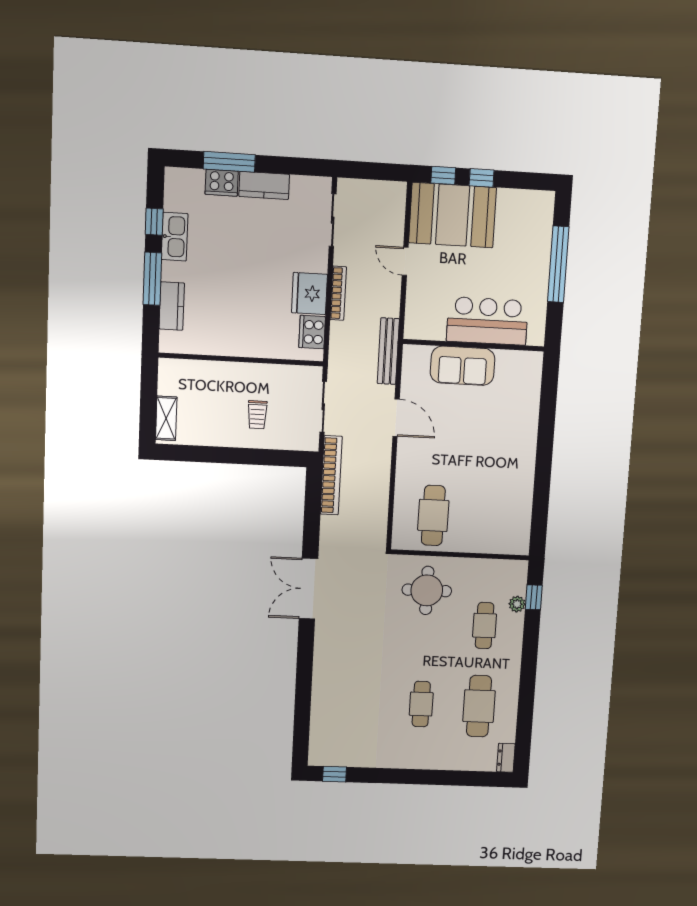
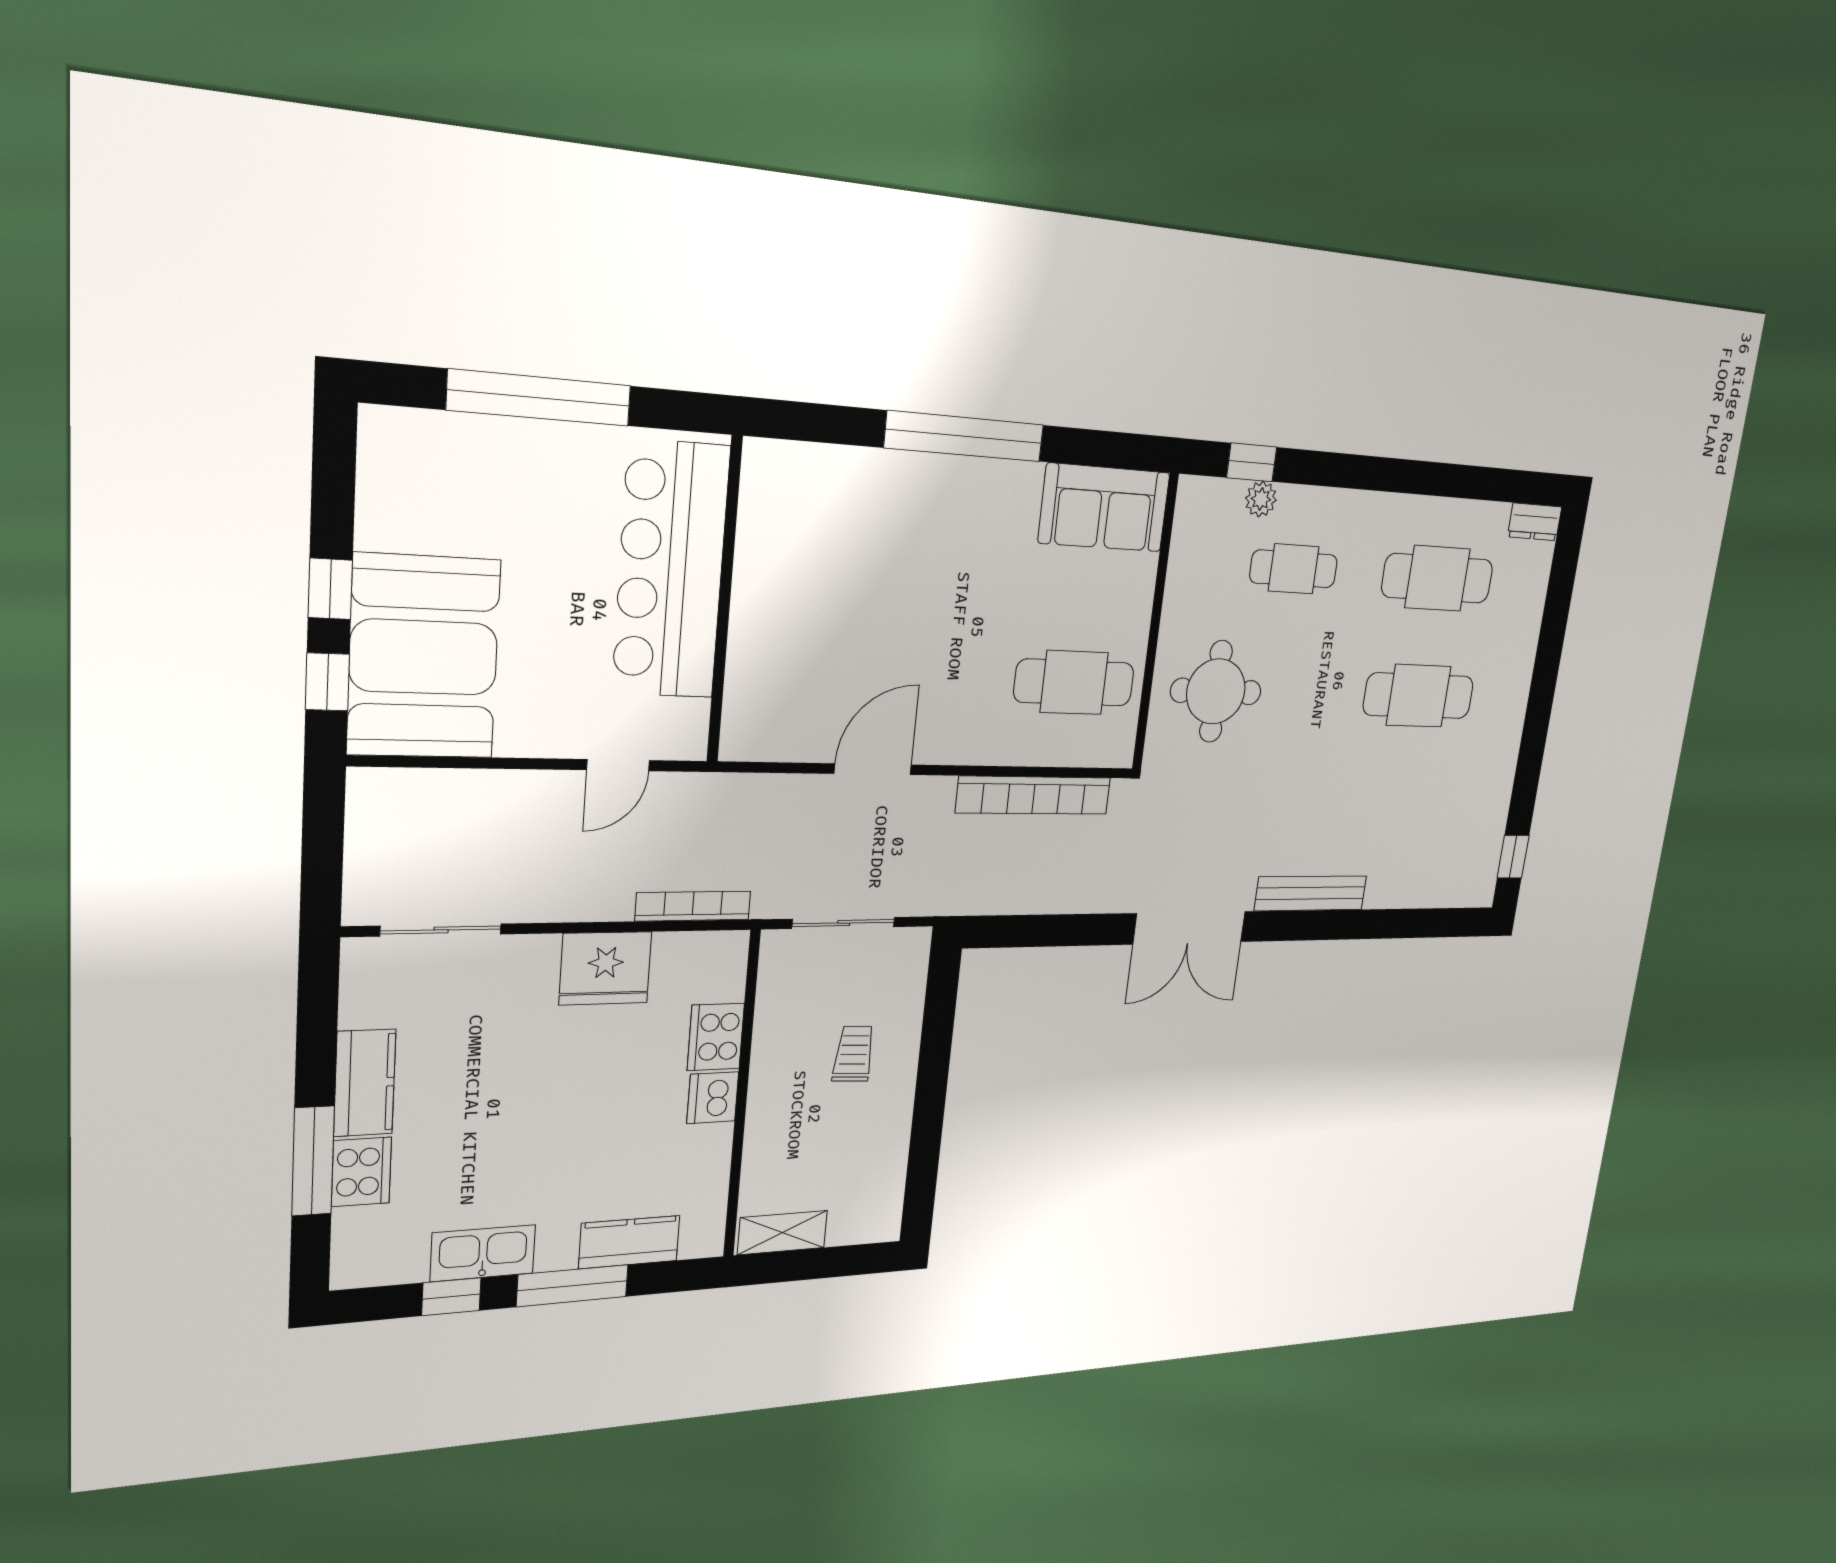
door: (405, 261) -> (618, 765), moved
bookcase: (338, 293) -> (693, 906), moved
bar counter: (487, 321) -> (671, 570), width x1.36
cooker: (312, 332) -> (716, 1037), moved, turned 90
dishwasher: (242, 345) -> (713, 1098), added
bench: (388, 351) -> (1311, 893), moved
sofa: (463, 366) -> (1104, 508), moved, turned 90
trolley: (257, 415) -> (854, 1054), turned -87
shelving: (166, 418) -> (782, 1233), moved
window: (544, 453) -> (965, 436), added
bookcase: (331, 475) -> (1034, 795), moved, turned 180
cafe table: (421, 704) -> (1419, 696), width x1.37, depth x1.35

